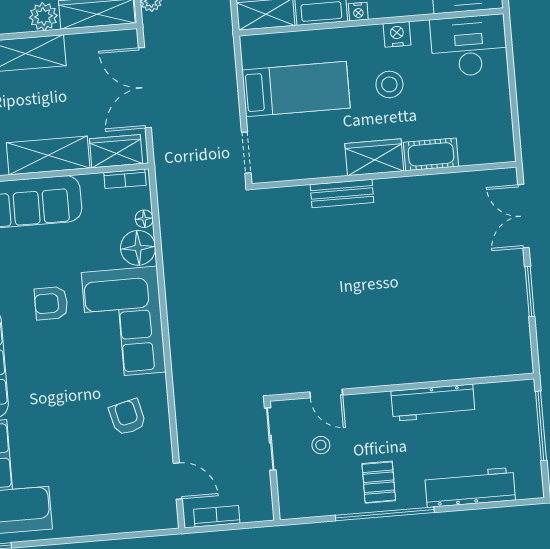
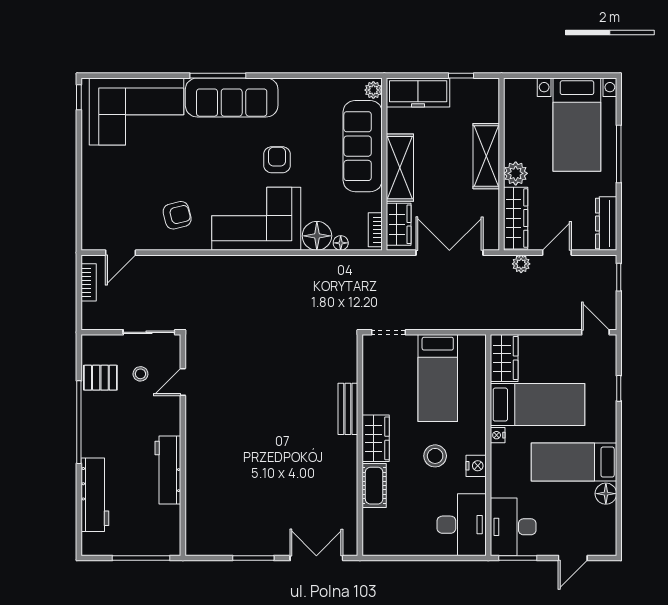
pallet: (379, 482) -> (100, 378), moved

